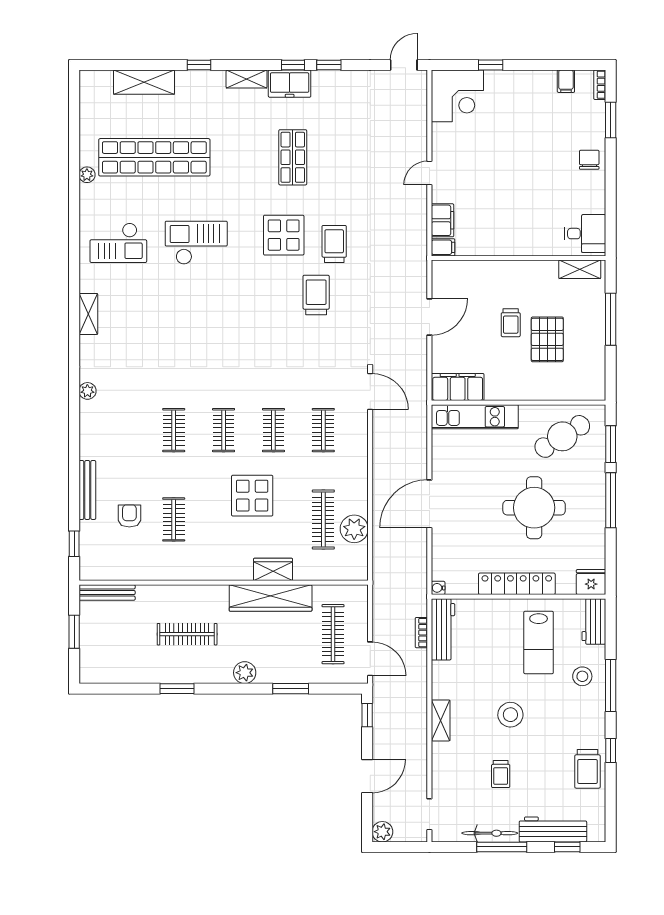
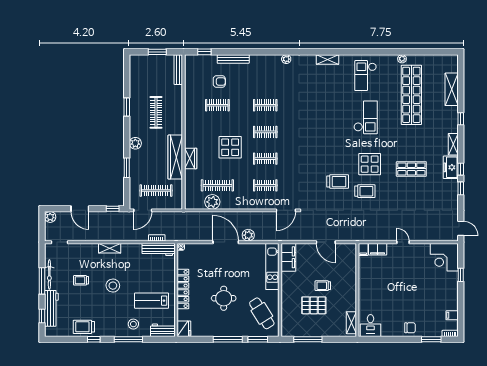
window: (611, 319) -> (308, 339), moved
plant: (416, 462) -> (248, 235), added
round table: (534, 508) -> (224, 298), width x0.73, depth x0.73

